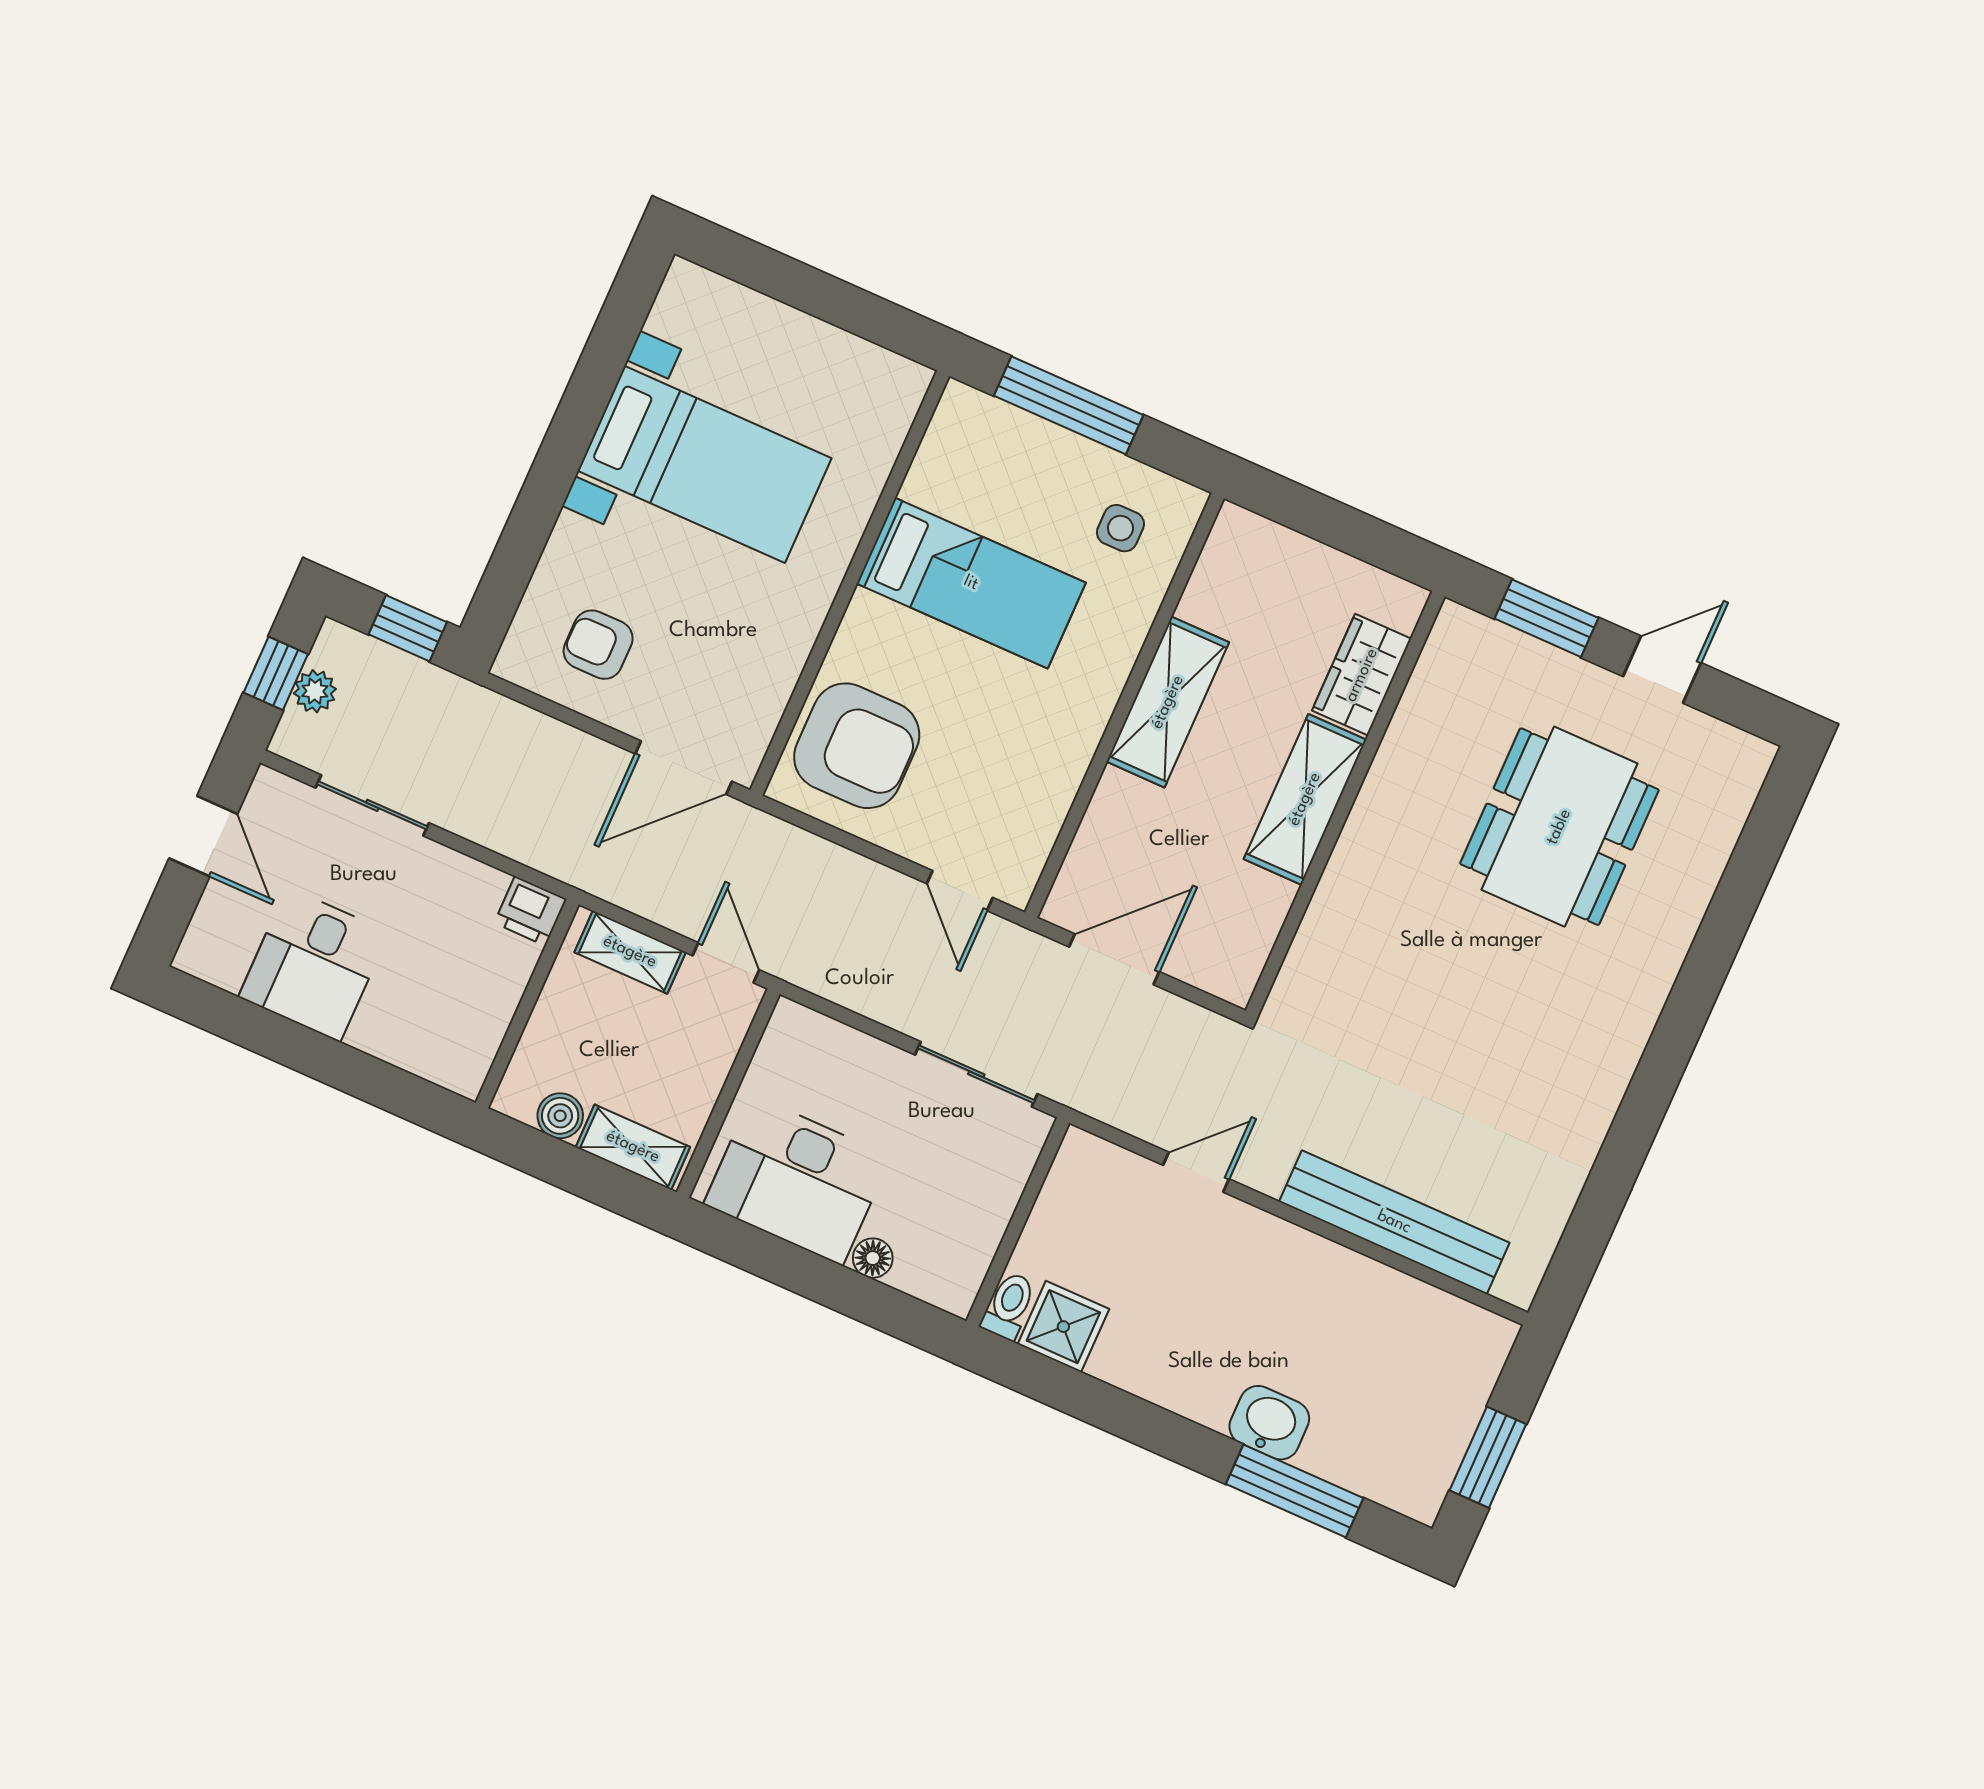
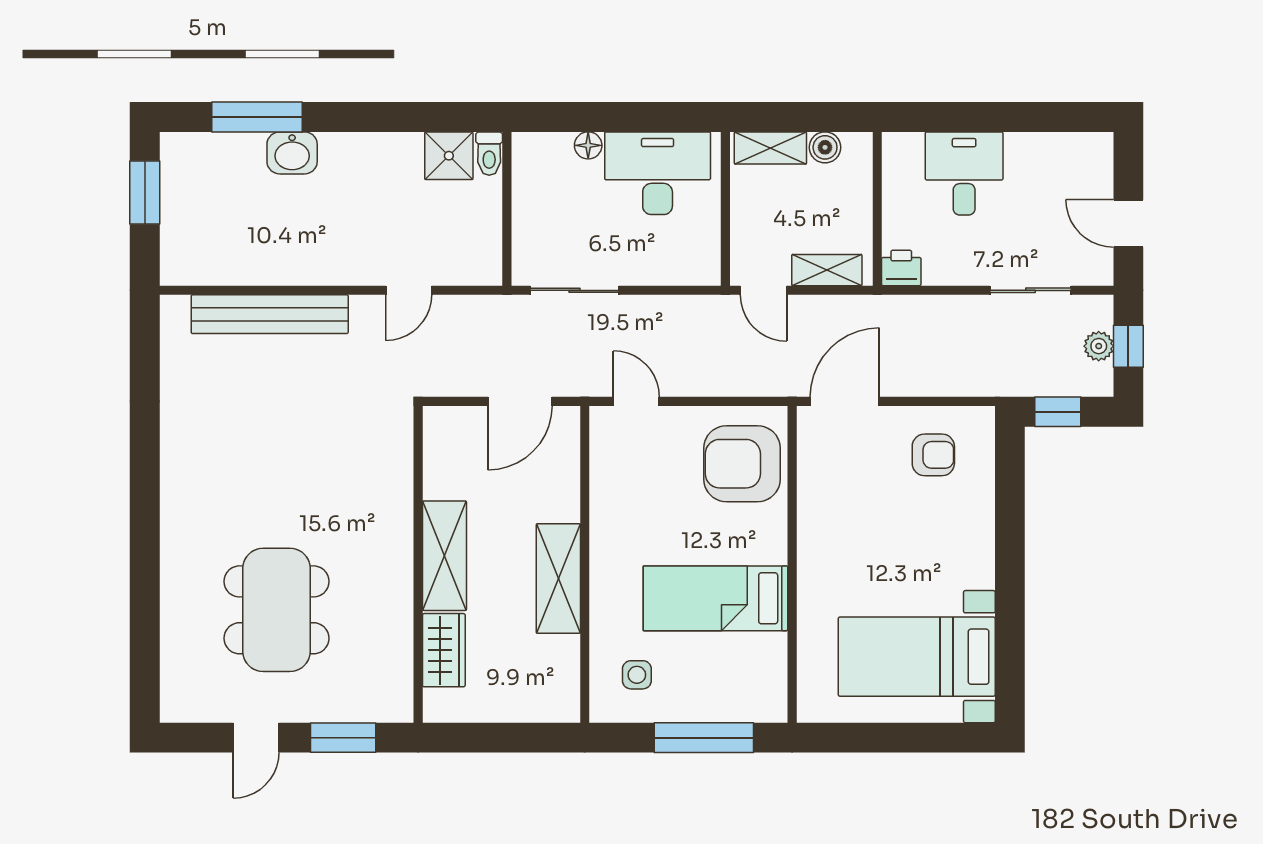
bed with nightstands: (705, 464) -> (917, 657), moved
desk: (314, 965) -> (964, 173), moved

